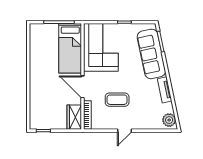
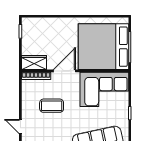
bed: (70, 48) -> (103, 47), width x2.04
coffee table: (117, 100) -> (52, 106), turned 90
door: (124, 131) -> (20, 126), moved

